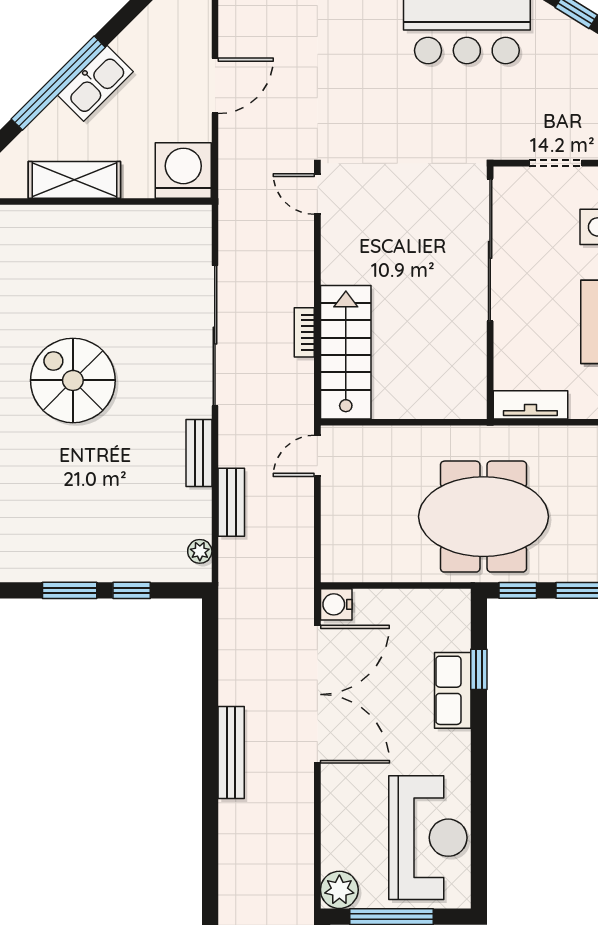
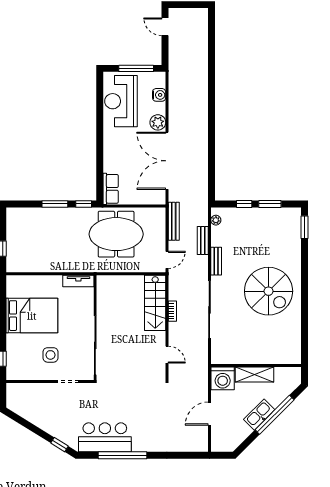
shelving: (74, 180) -> (254, 374), moved
door: (317, 194) -> (167, 355), moved
spiral stairs: (73, 380) -> (269, 291), width x1.37, depth x1.37
meeting table: (483, 517) -> (116, 234), moved
water cooler: (336, 604) -> (159, 95), moved
window: (479, 669) -> (100, 171), removed
row of seats: (453, 690) -> (111, 189), moved
bench: (231, 752) -> (174, 221), moved
plant: (339, 890) -> (158, 122), moved

